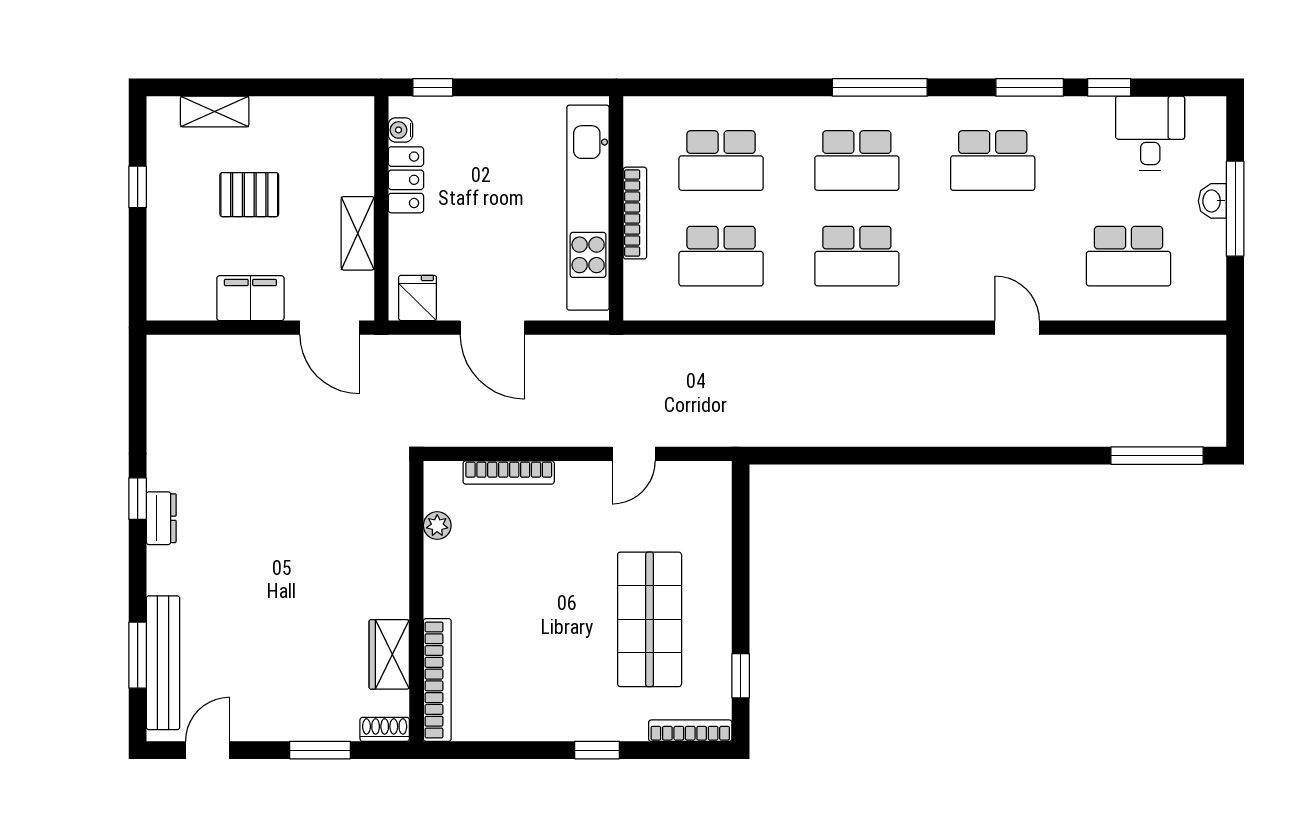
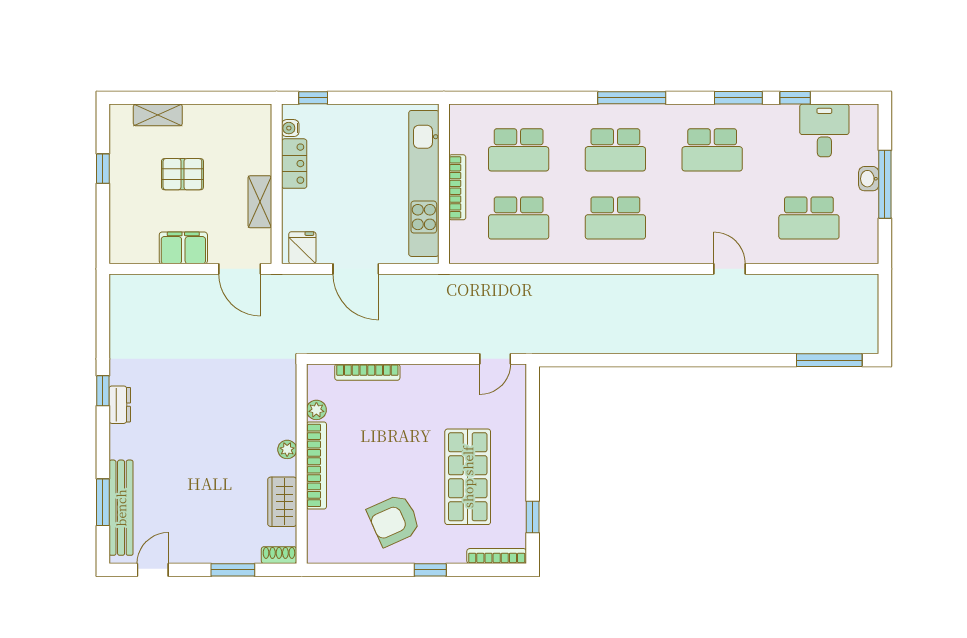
door: (634, 454) -> (495, 359), moved
plant: (396, 581) -> (287, 449), added
bookcase: (437, 680) -> (316, 465), moved
armchair: (546, 680) -> (394, 520), added

